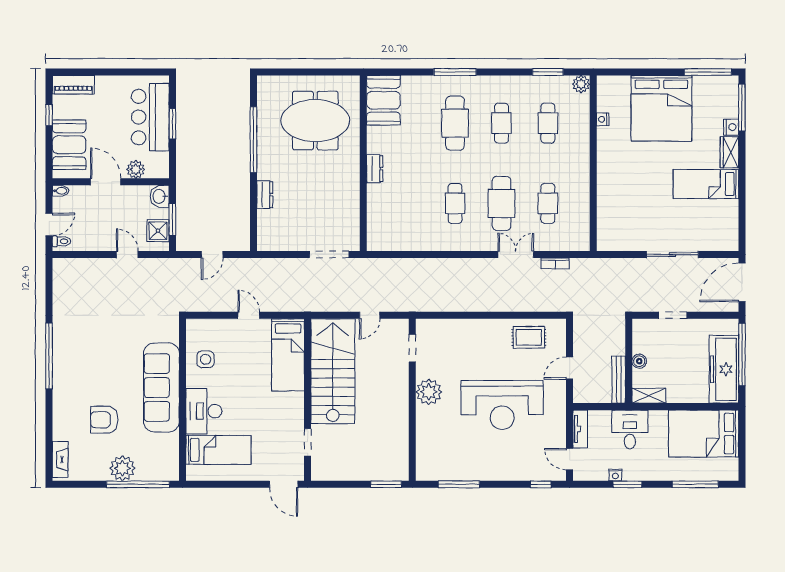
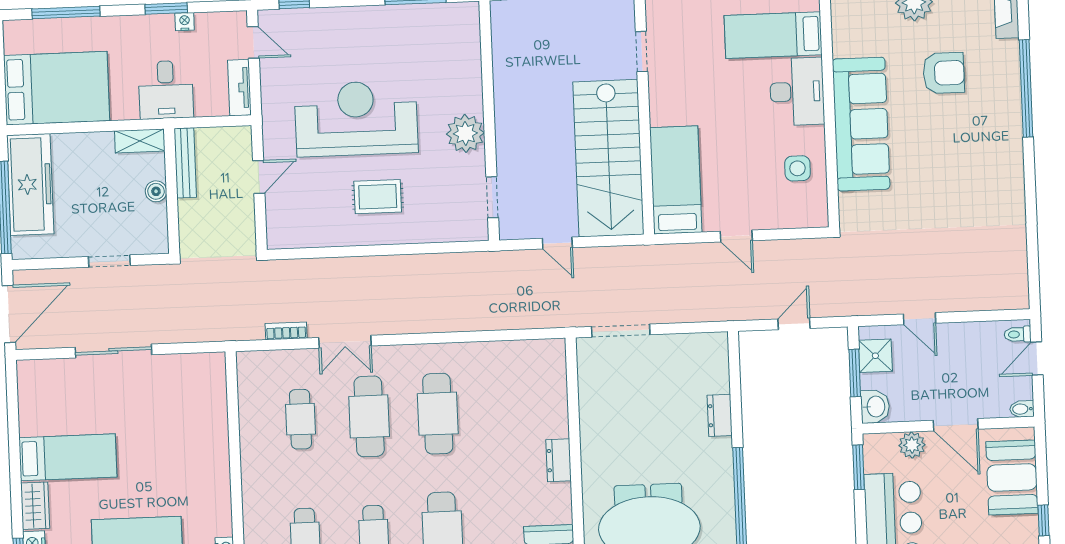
window: (172, 124) -> (859, 467), moved
cafe table: (455, 203) -> (438, 414), width x1.37, depth x1.35
door: (370, 315) -> (557, 243), swing flipped
rug: (529, 337) -> (378, 197), moved
window: (49, 356) -> (1026, 88), moved

